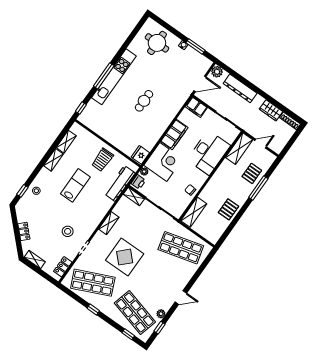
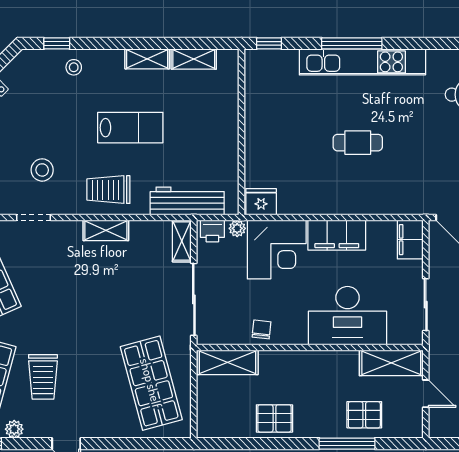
trolley: (102, 160) -> (108, 190), moved
display table: (125, 257) -> (67, 298), removed
trolley: (148, 288) -> (43, 377), added

